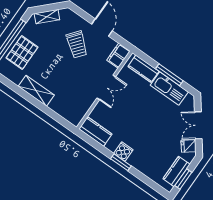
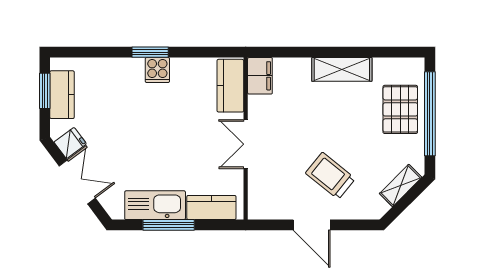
filing cabinet: (119, 56) -> (260, 76), moved
kitchen counter: (95, 131) -> (230, 86), moved, turned 90

